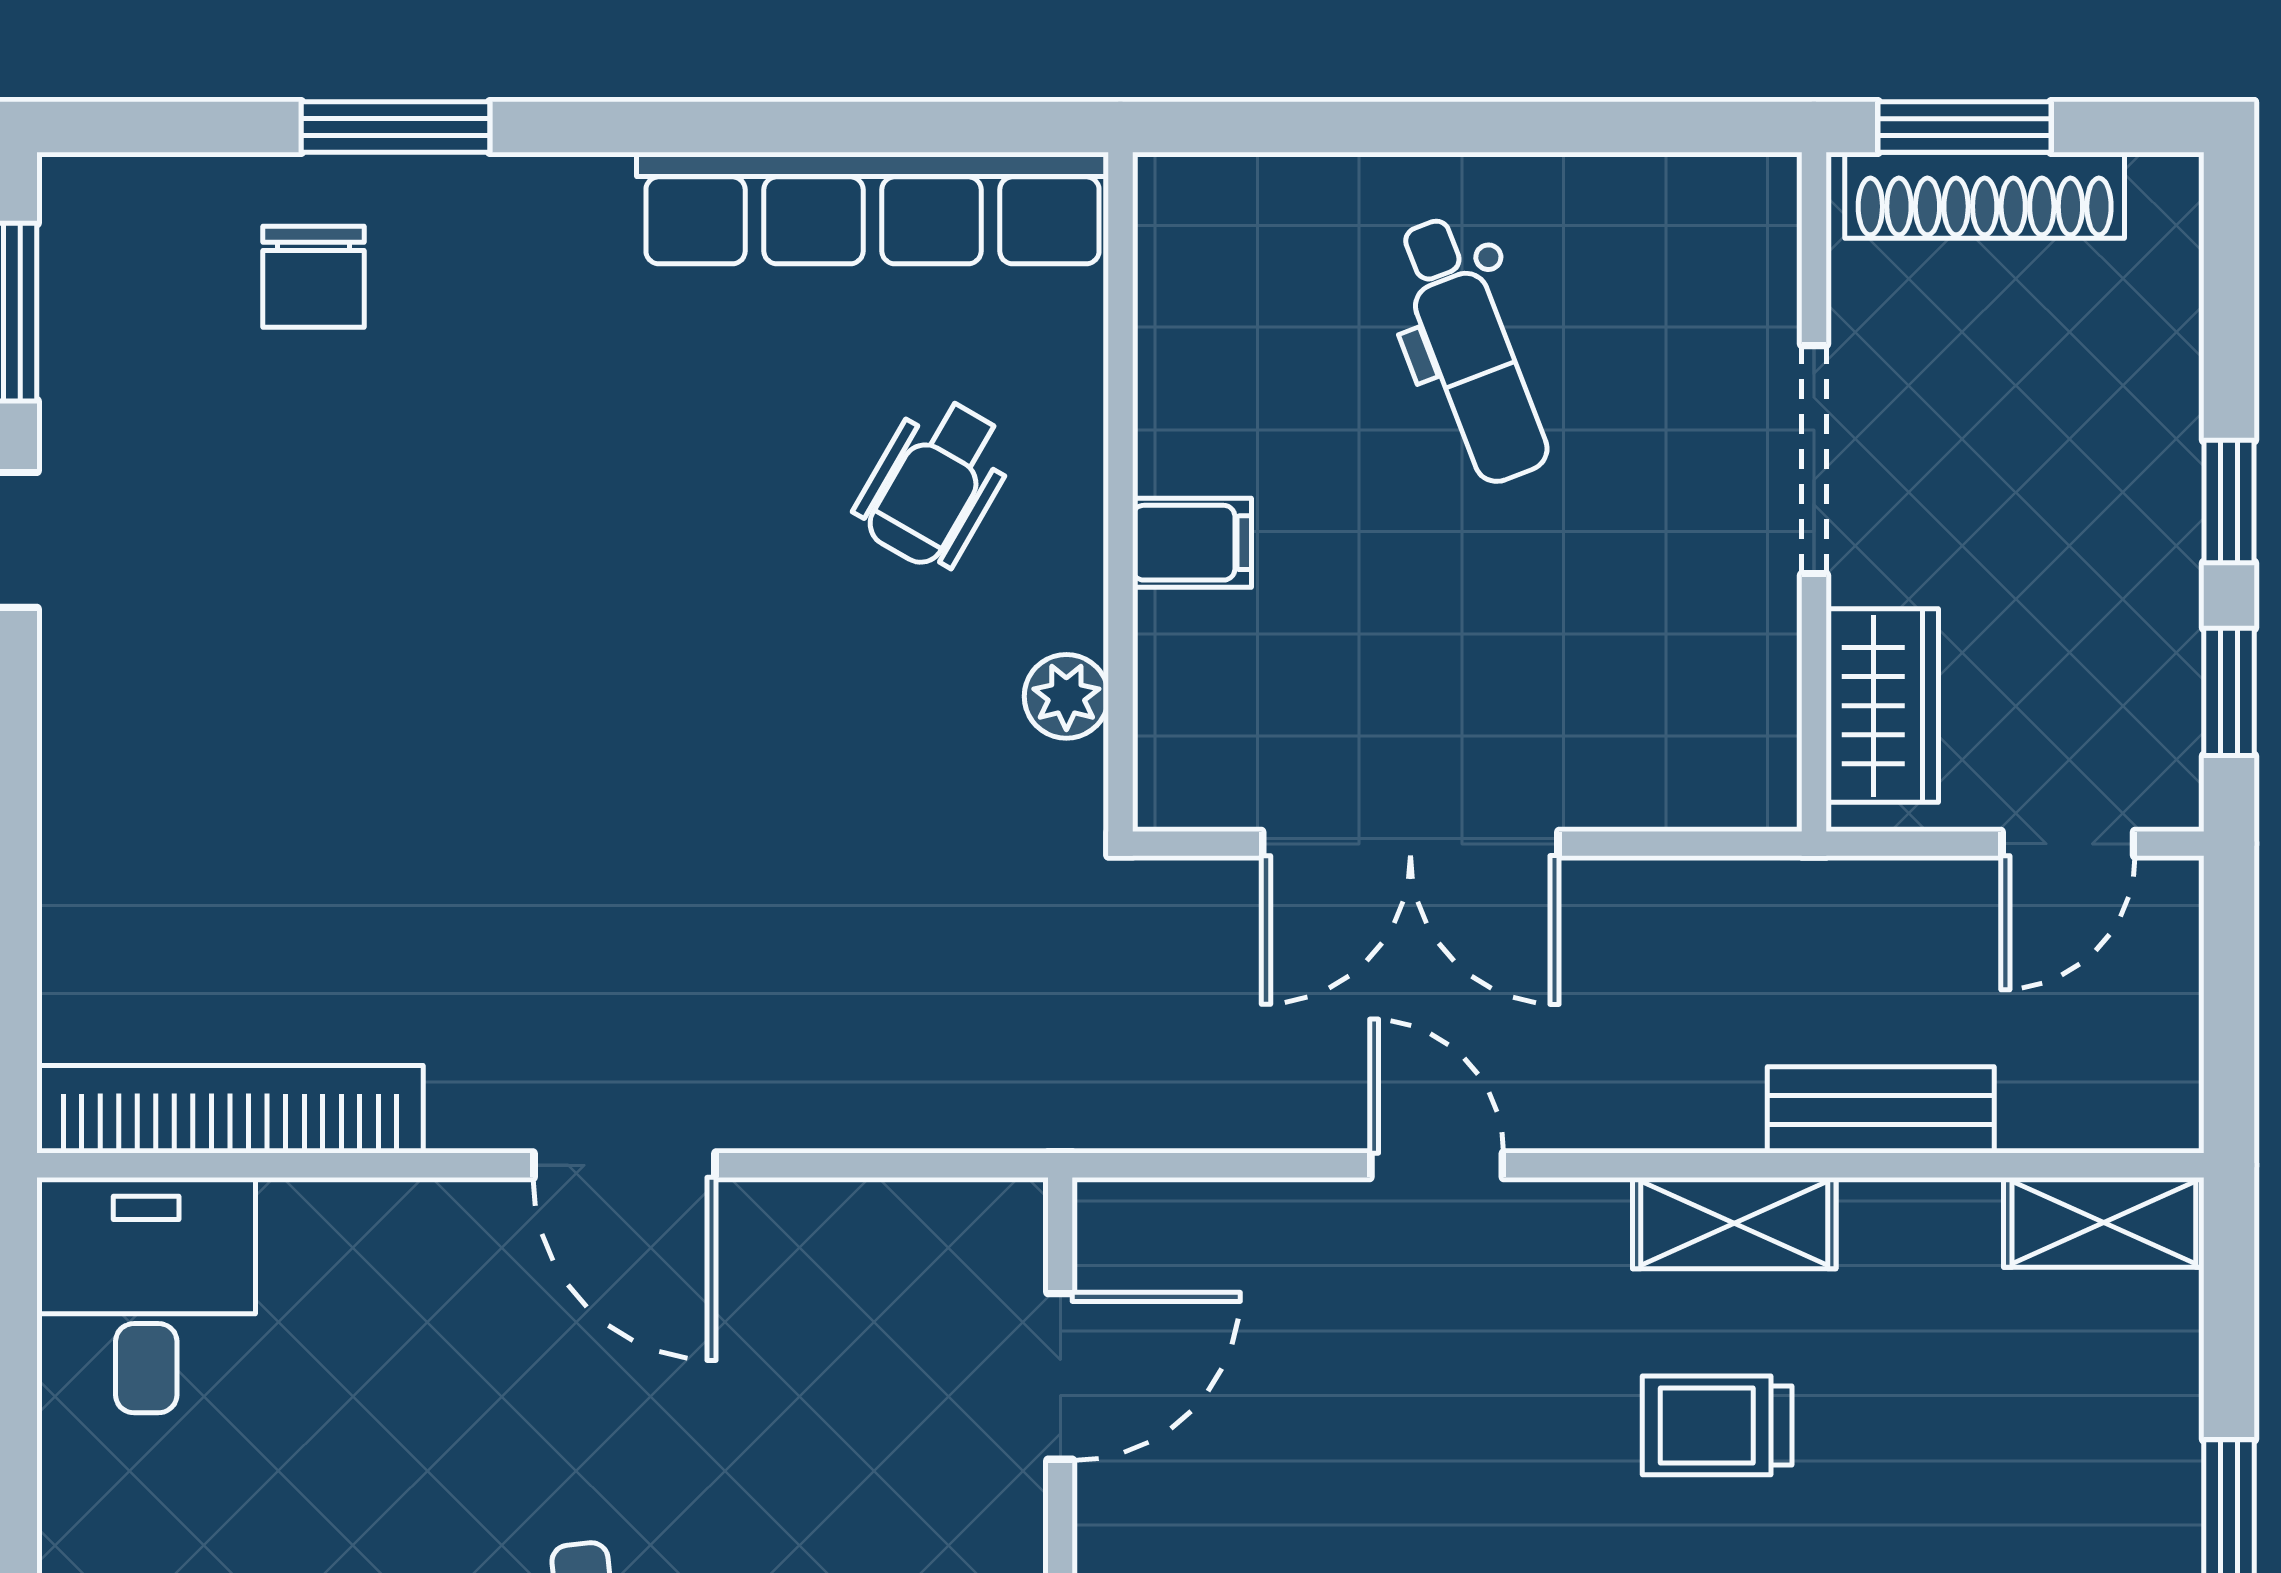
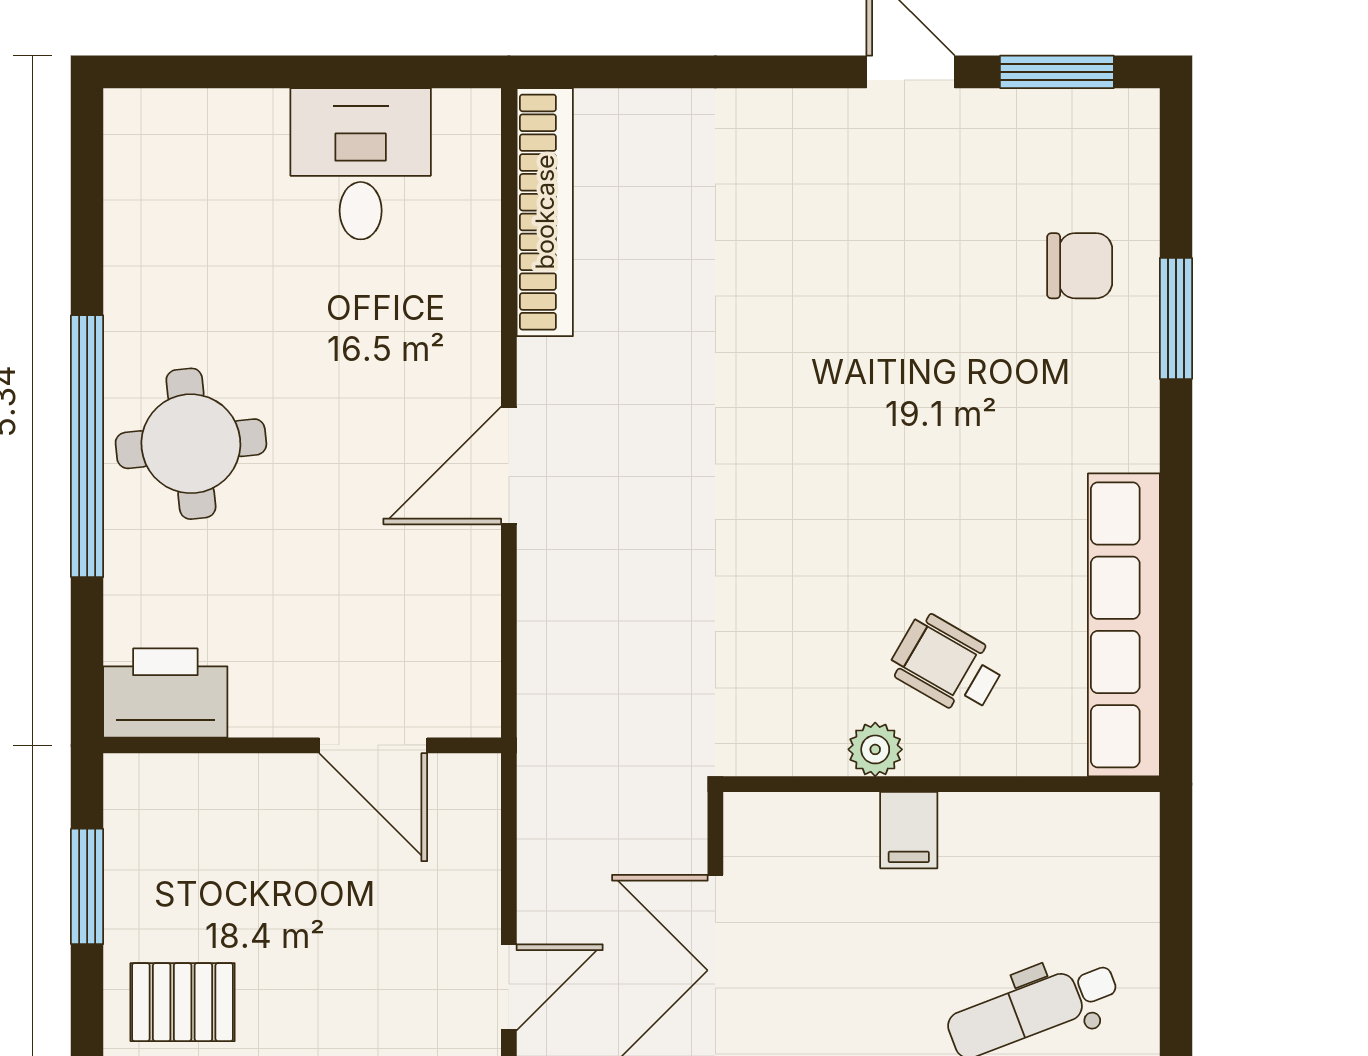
chair: (314, 277) -> (1080, 266), turned 180
plant: (1066, 696) -> (875, 749), moved
desk: (146, 1295) -> (361, 164), moved, turned -90

